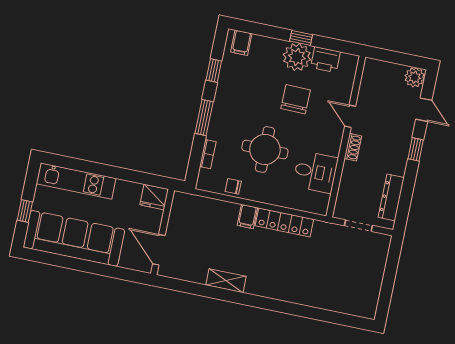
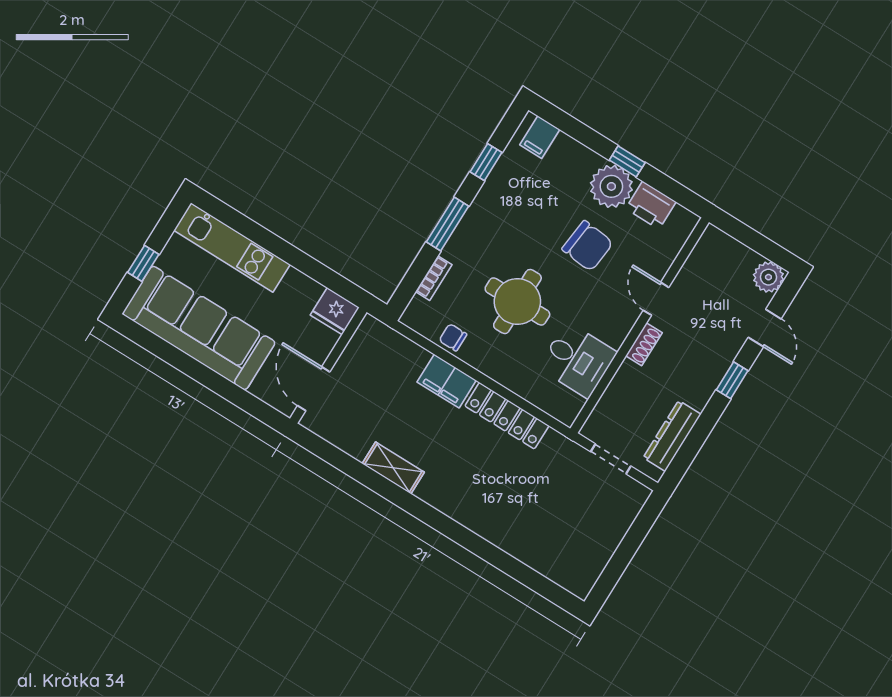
chair: (296, 99) -> (588, 246), turned 95
filing cabinet: (247, 216) -> (447, 381), width x2.00

